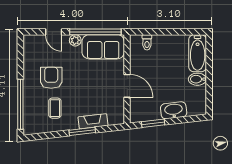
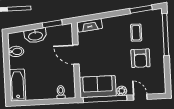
bidet: (197, 79) -> (16, 51), moved
fireplace: (93, 121) -> (90, 25), moved
window: (82, 131) -> (141, 9), moved

